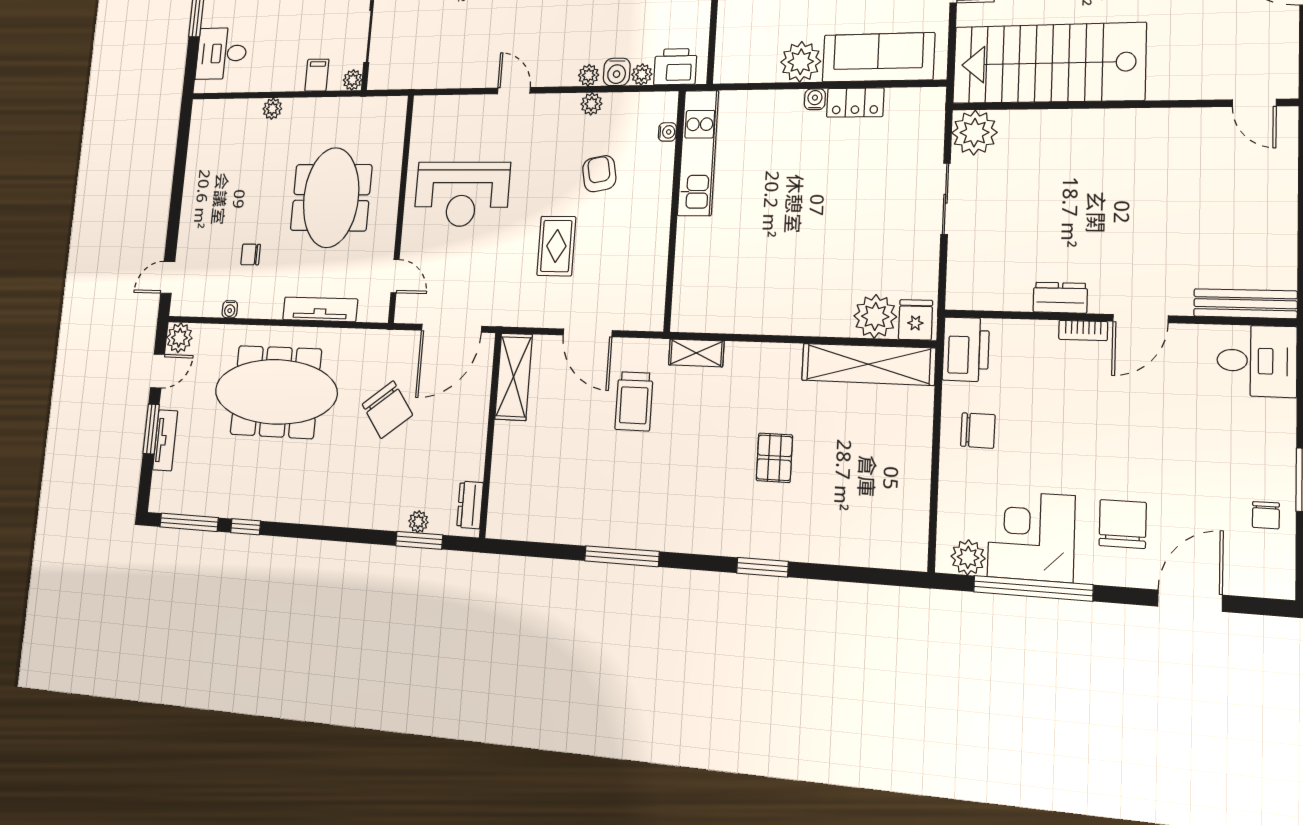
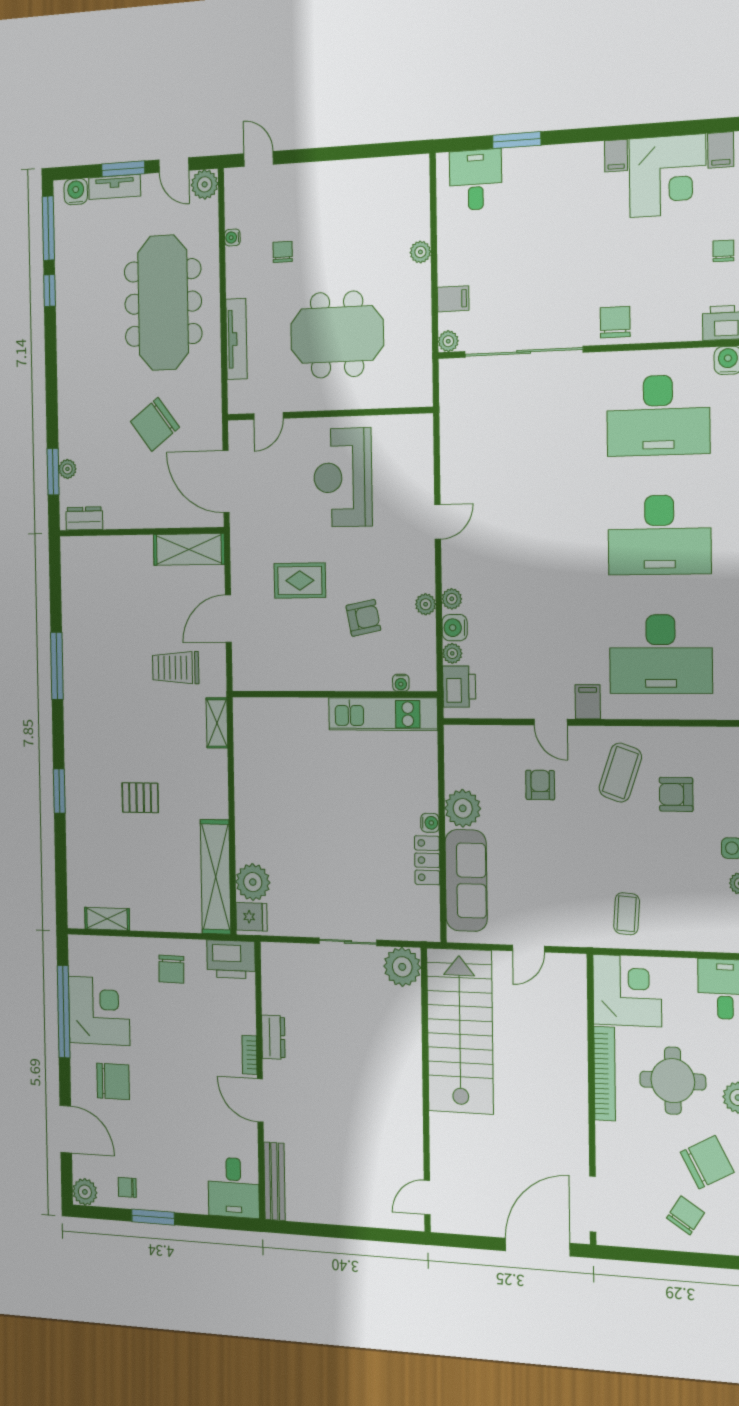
water cooler: (162, 486) -> (76, 192), added
shelving: (916, 515) -> (107, 919), added
plant: (968, 557) -> (85, 1192), moved

